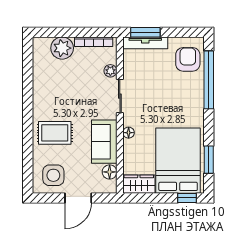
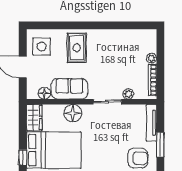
window: (145, 32) -> (160, 145), moved
plant: (62, 48) -> (152, 58), width x0.53, depth x0.53
floor lamp: (129, 133) -> (73, 113), width x1.89, depth x1.89

